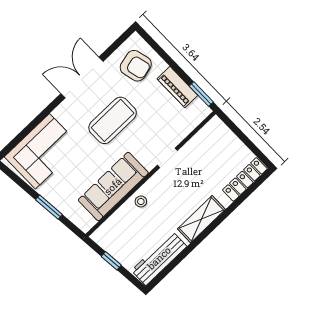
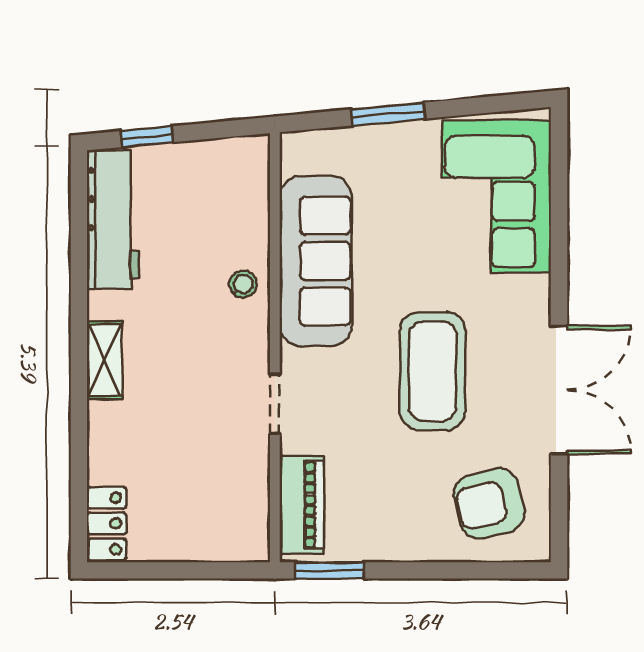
piano: (177, 87) -> (302, 505), moved, turned 90
locker: (245, 179) -> (107, 524), width x0.66
shelving: (201, 219) -> (105, 360), width x0.67, depth x0.75
window: (111, 261) -> (147, 137), moved

